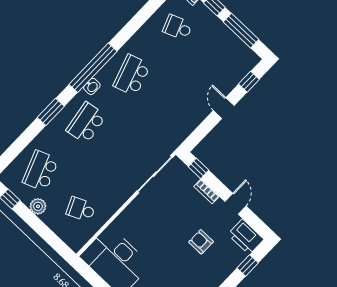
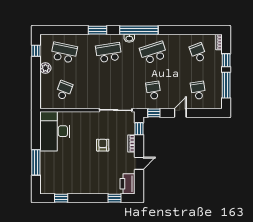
school desk: (218, 66) -> (198, 90), added
window: (249, 82) -> (154, 113), moved
school desk: (172, 114) -> (153, 90), added
school desk: (41, 171) -> (64, 53), turned 33
school desk: (81, 209) -> (64, 90), turned 45
armchair: (201, 242) -> (103, 145), moved

